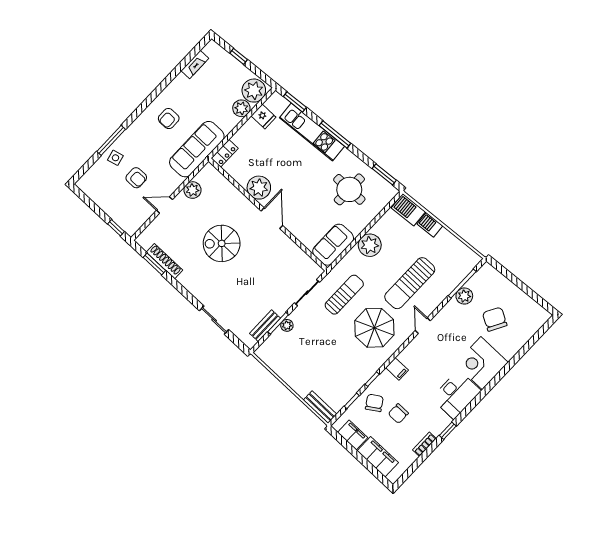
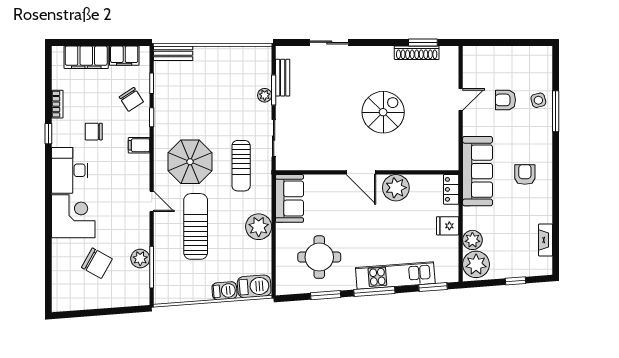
fridge: (263, 117) -> (448, 226), moved
window: (384, 174) -> (326, 295), moved
plant: (192, 190) -> (449, 134), removed
window: (116, 228) -> (483, 42), removed
chair: (398, 414) -> (94, 132), moved, turned -90

